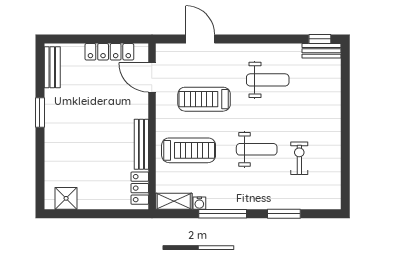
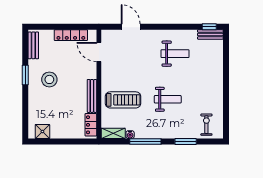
treadmill: (204, 99) -> (133, 66), removed
stool: (77, 119) -> (49, 79), added
exercise bike: (299, 158) -> (206, 125), moved

